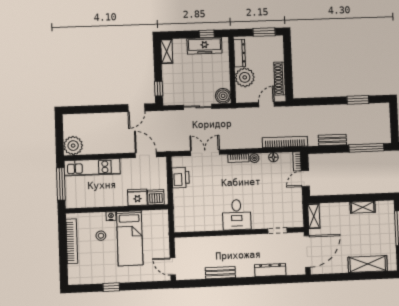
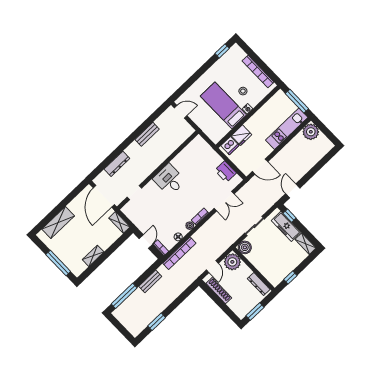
freezer: (204, 46) -> (286, 226), moved, turned -90
plant: (245, 77) -> (232, 262), moved
window: (111, 287) -> (222, 51), moved

